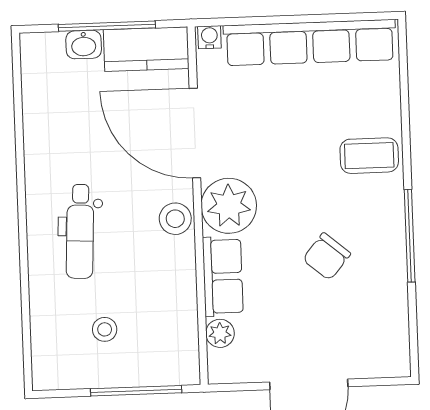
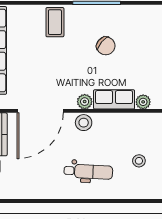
plant: (229, 206) -> (85, 102), width x0.53, depth x0.53

